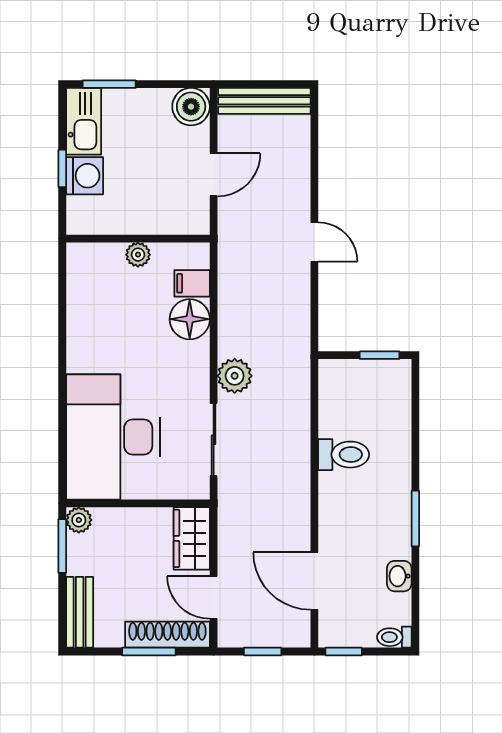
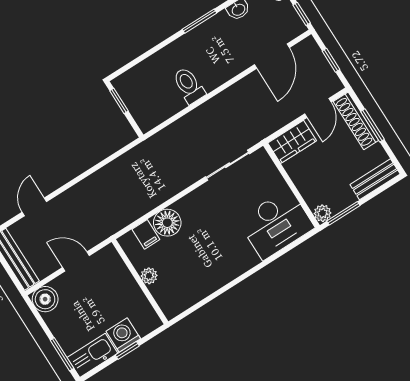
door: (314, 242) -> (34, 207), moved
plant: (235, 376) -> (183, 176), removed
desk: (113, 437) -> (276, 224), width x0.73, depth x0.77

